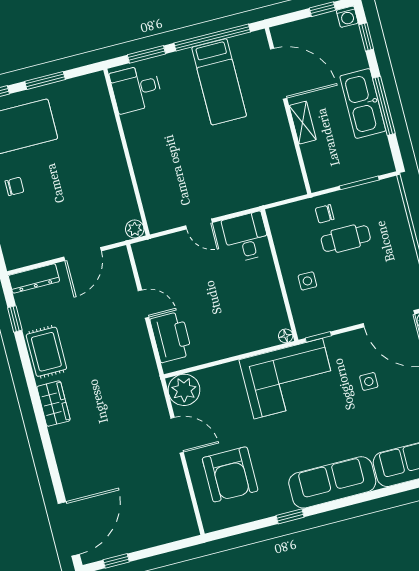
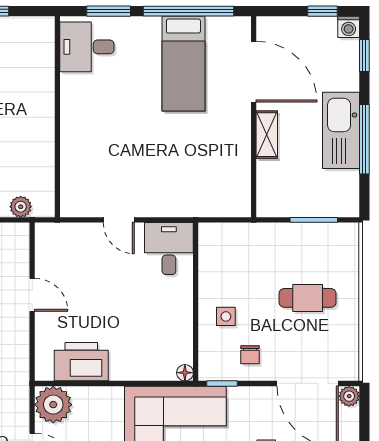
chair: (325, 214) -> (250, 355), moved, turned -90
plant: (135, 229) -> (21, 207), moved
cafe table: (346, 239) -> (308, 298), moved
printer: (171, 337) -> (81, 362), moved, turned -90

